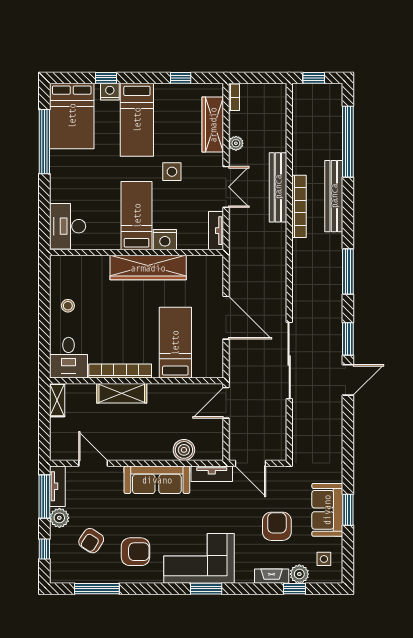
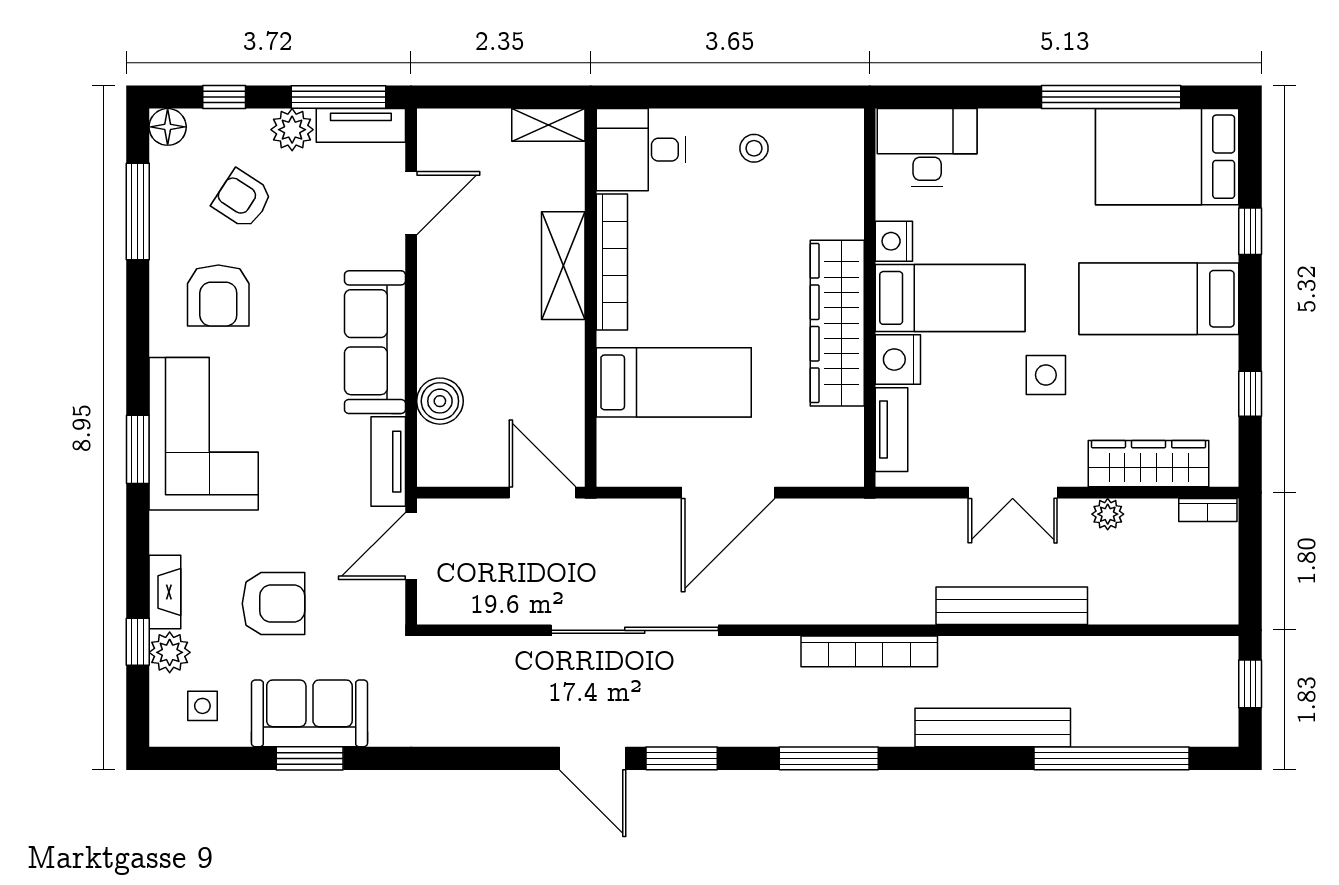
nightstand: (110, 92) -> (894, 241), moved, turned 180
bookcase: (299, 206) -> (869, 651), moved
tv unit: (216, 231) -> (892, 430), moved, turned 90
floor lamp: (58, 575) -> (168, 127), added

